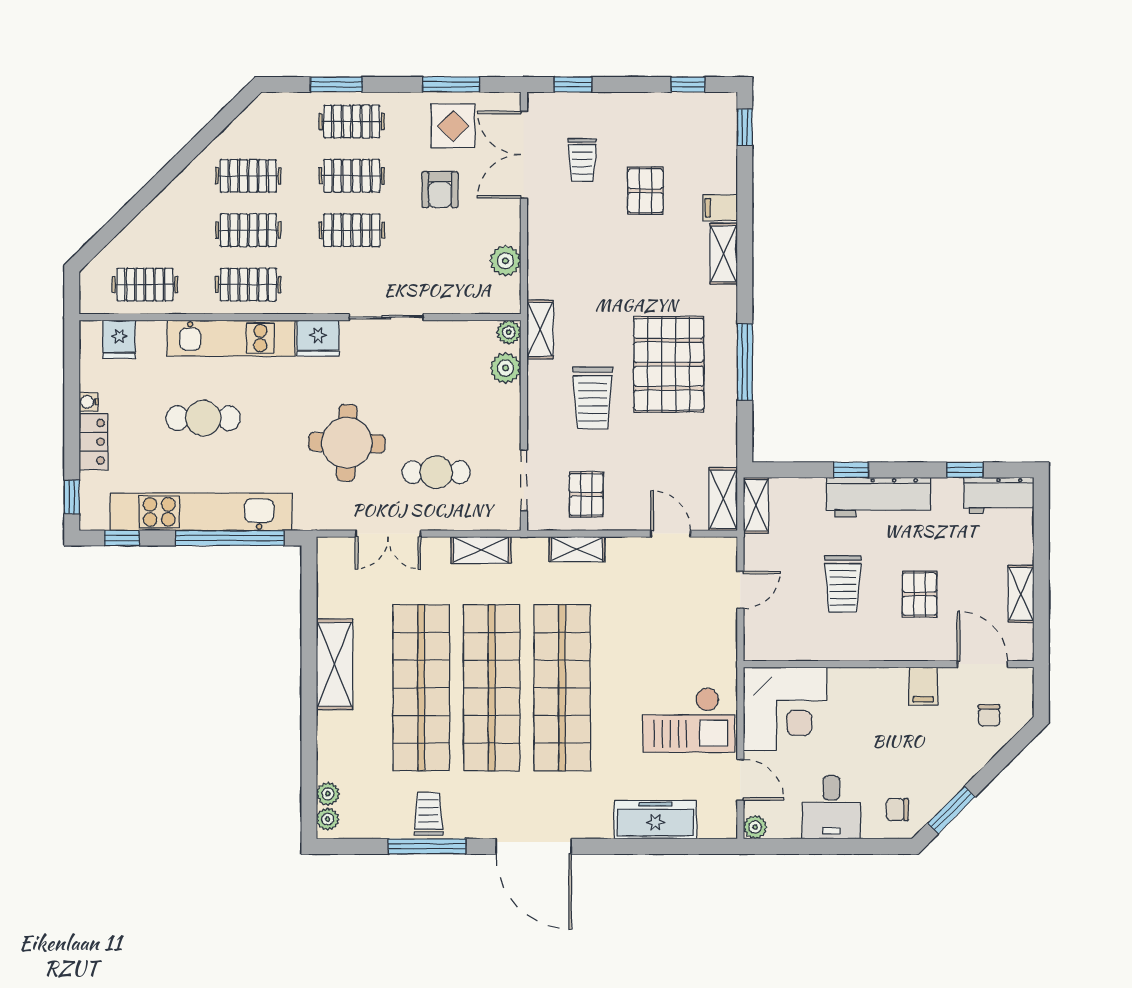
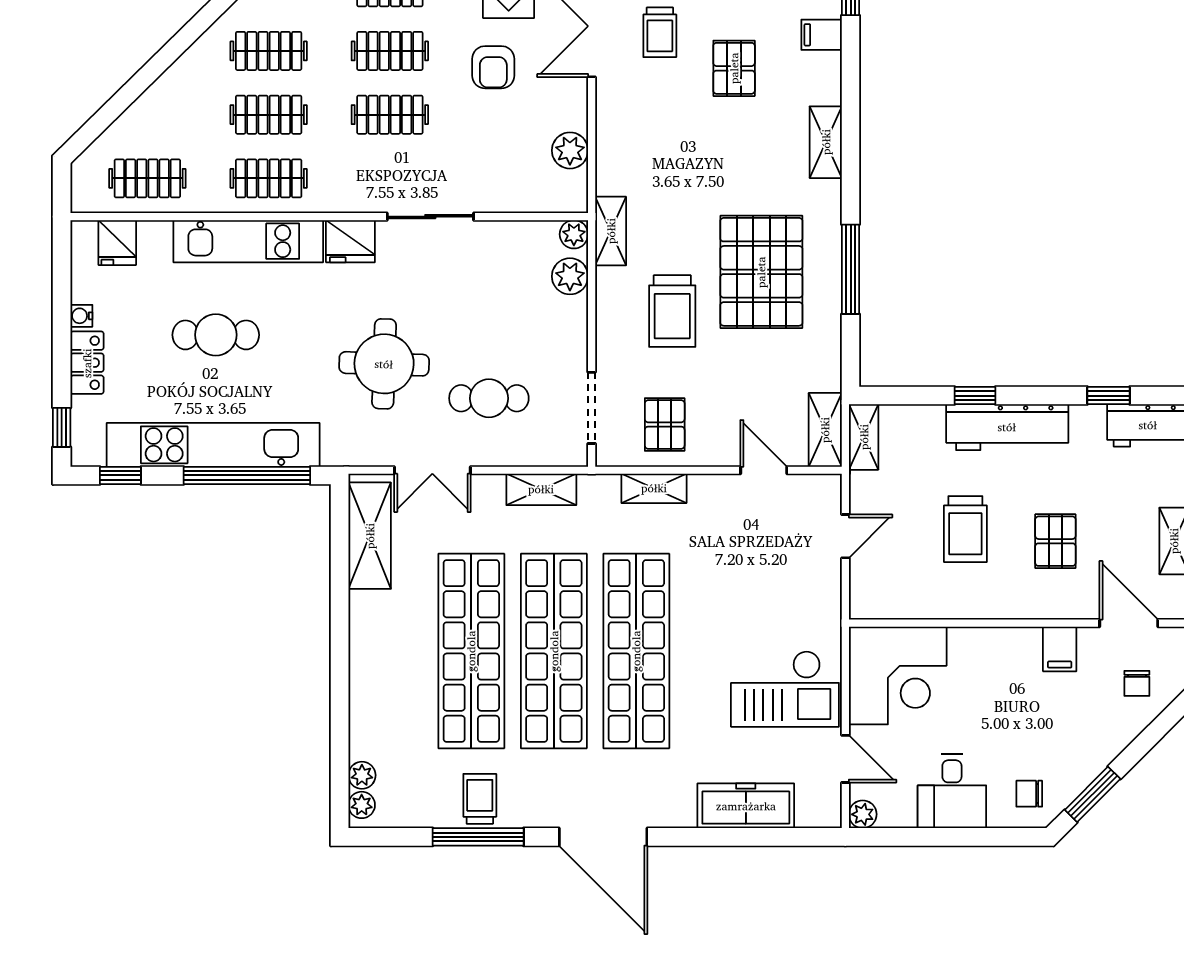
filing cabinet: (720, 208) -> (822, 35), moved
shelving: (334, 664) -> (370, 536), moved

